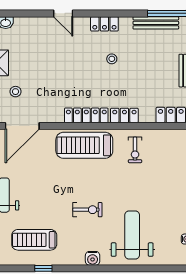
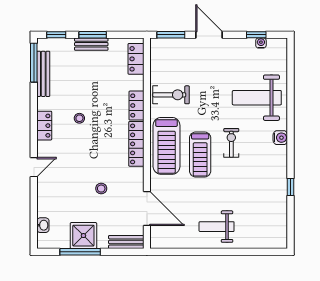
stool: (16, 92) -> (101, 189), moved
exercise bike: (135, 150) -> (171, 95), width x1.38, depth x1.39
treadmill: (34, 240) -> (200, 154), moved

